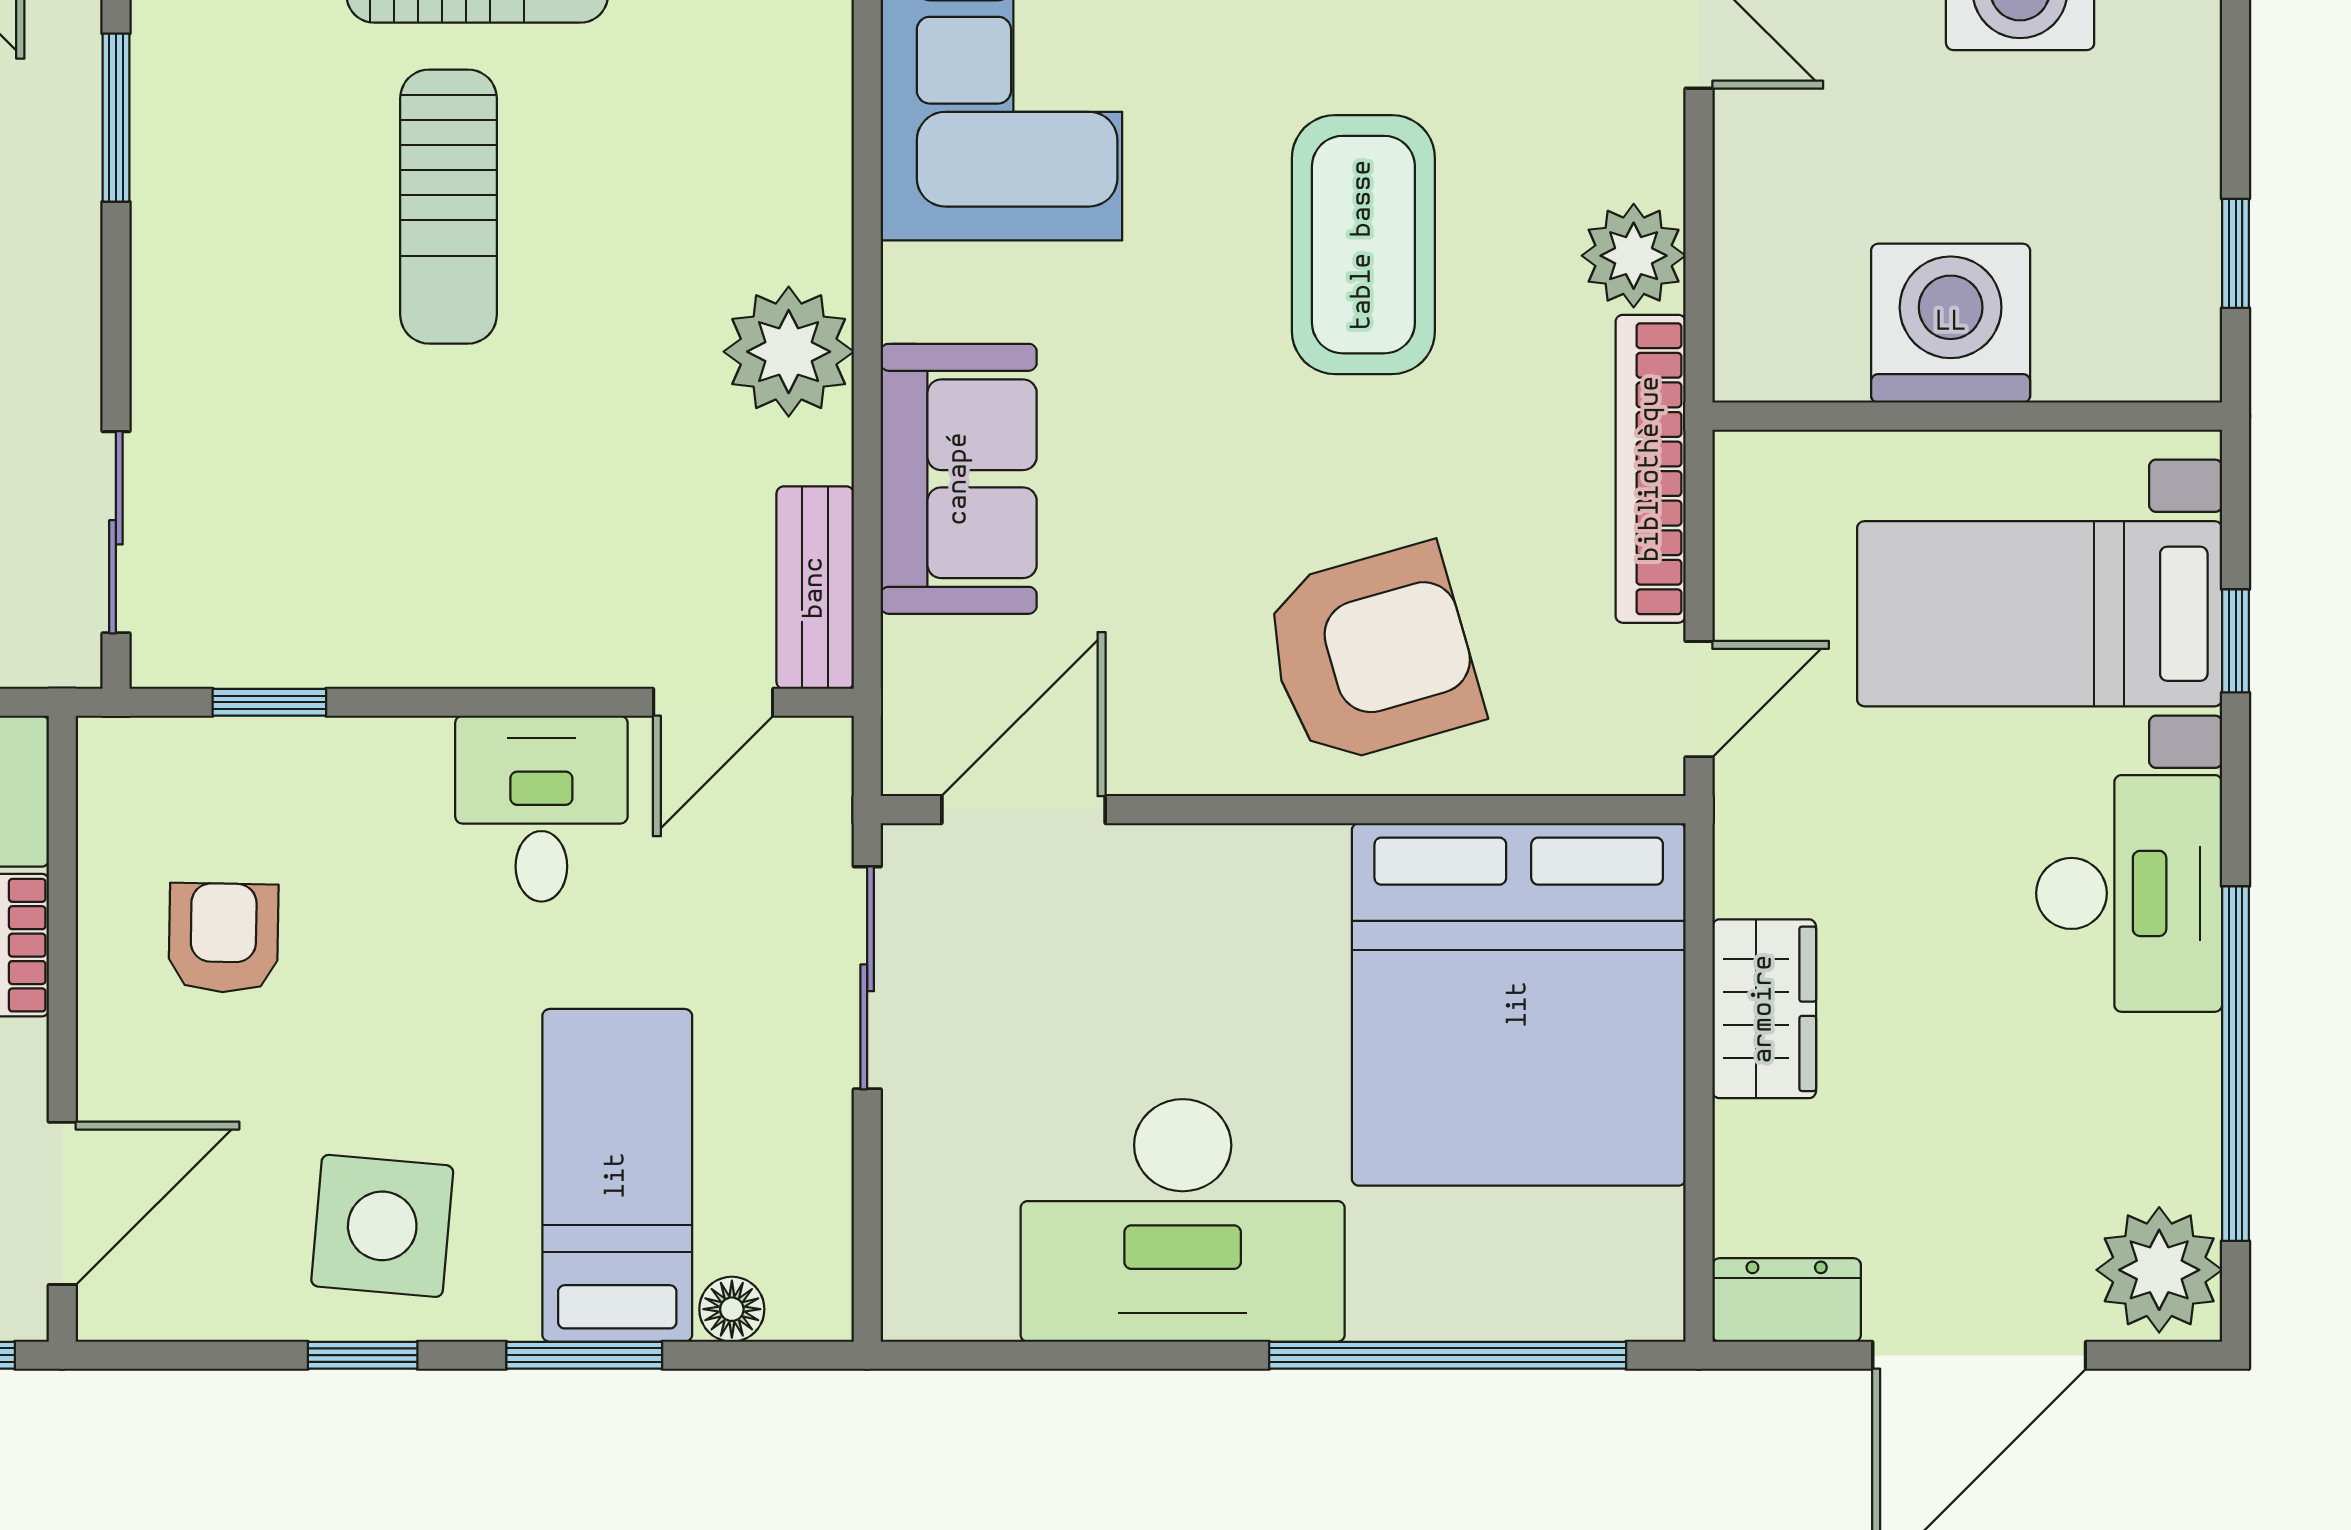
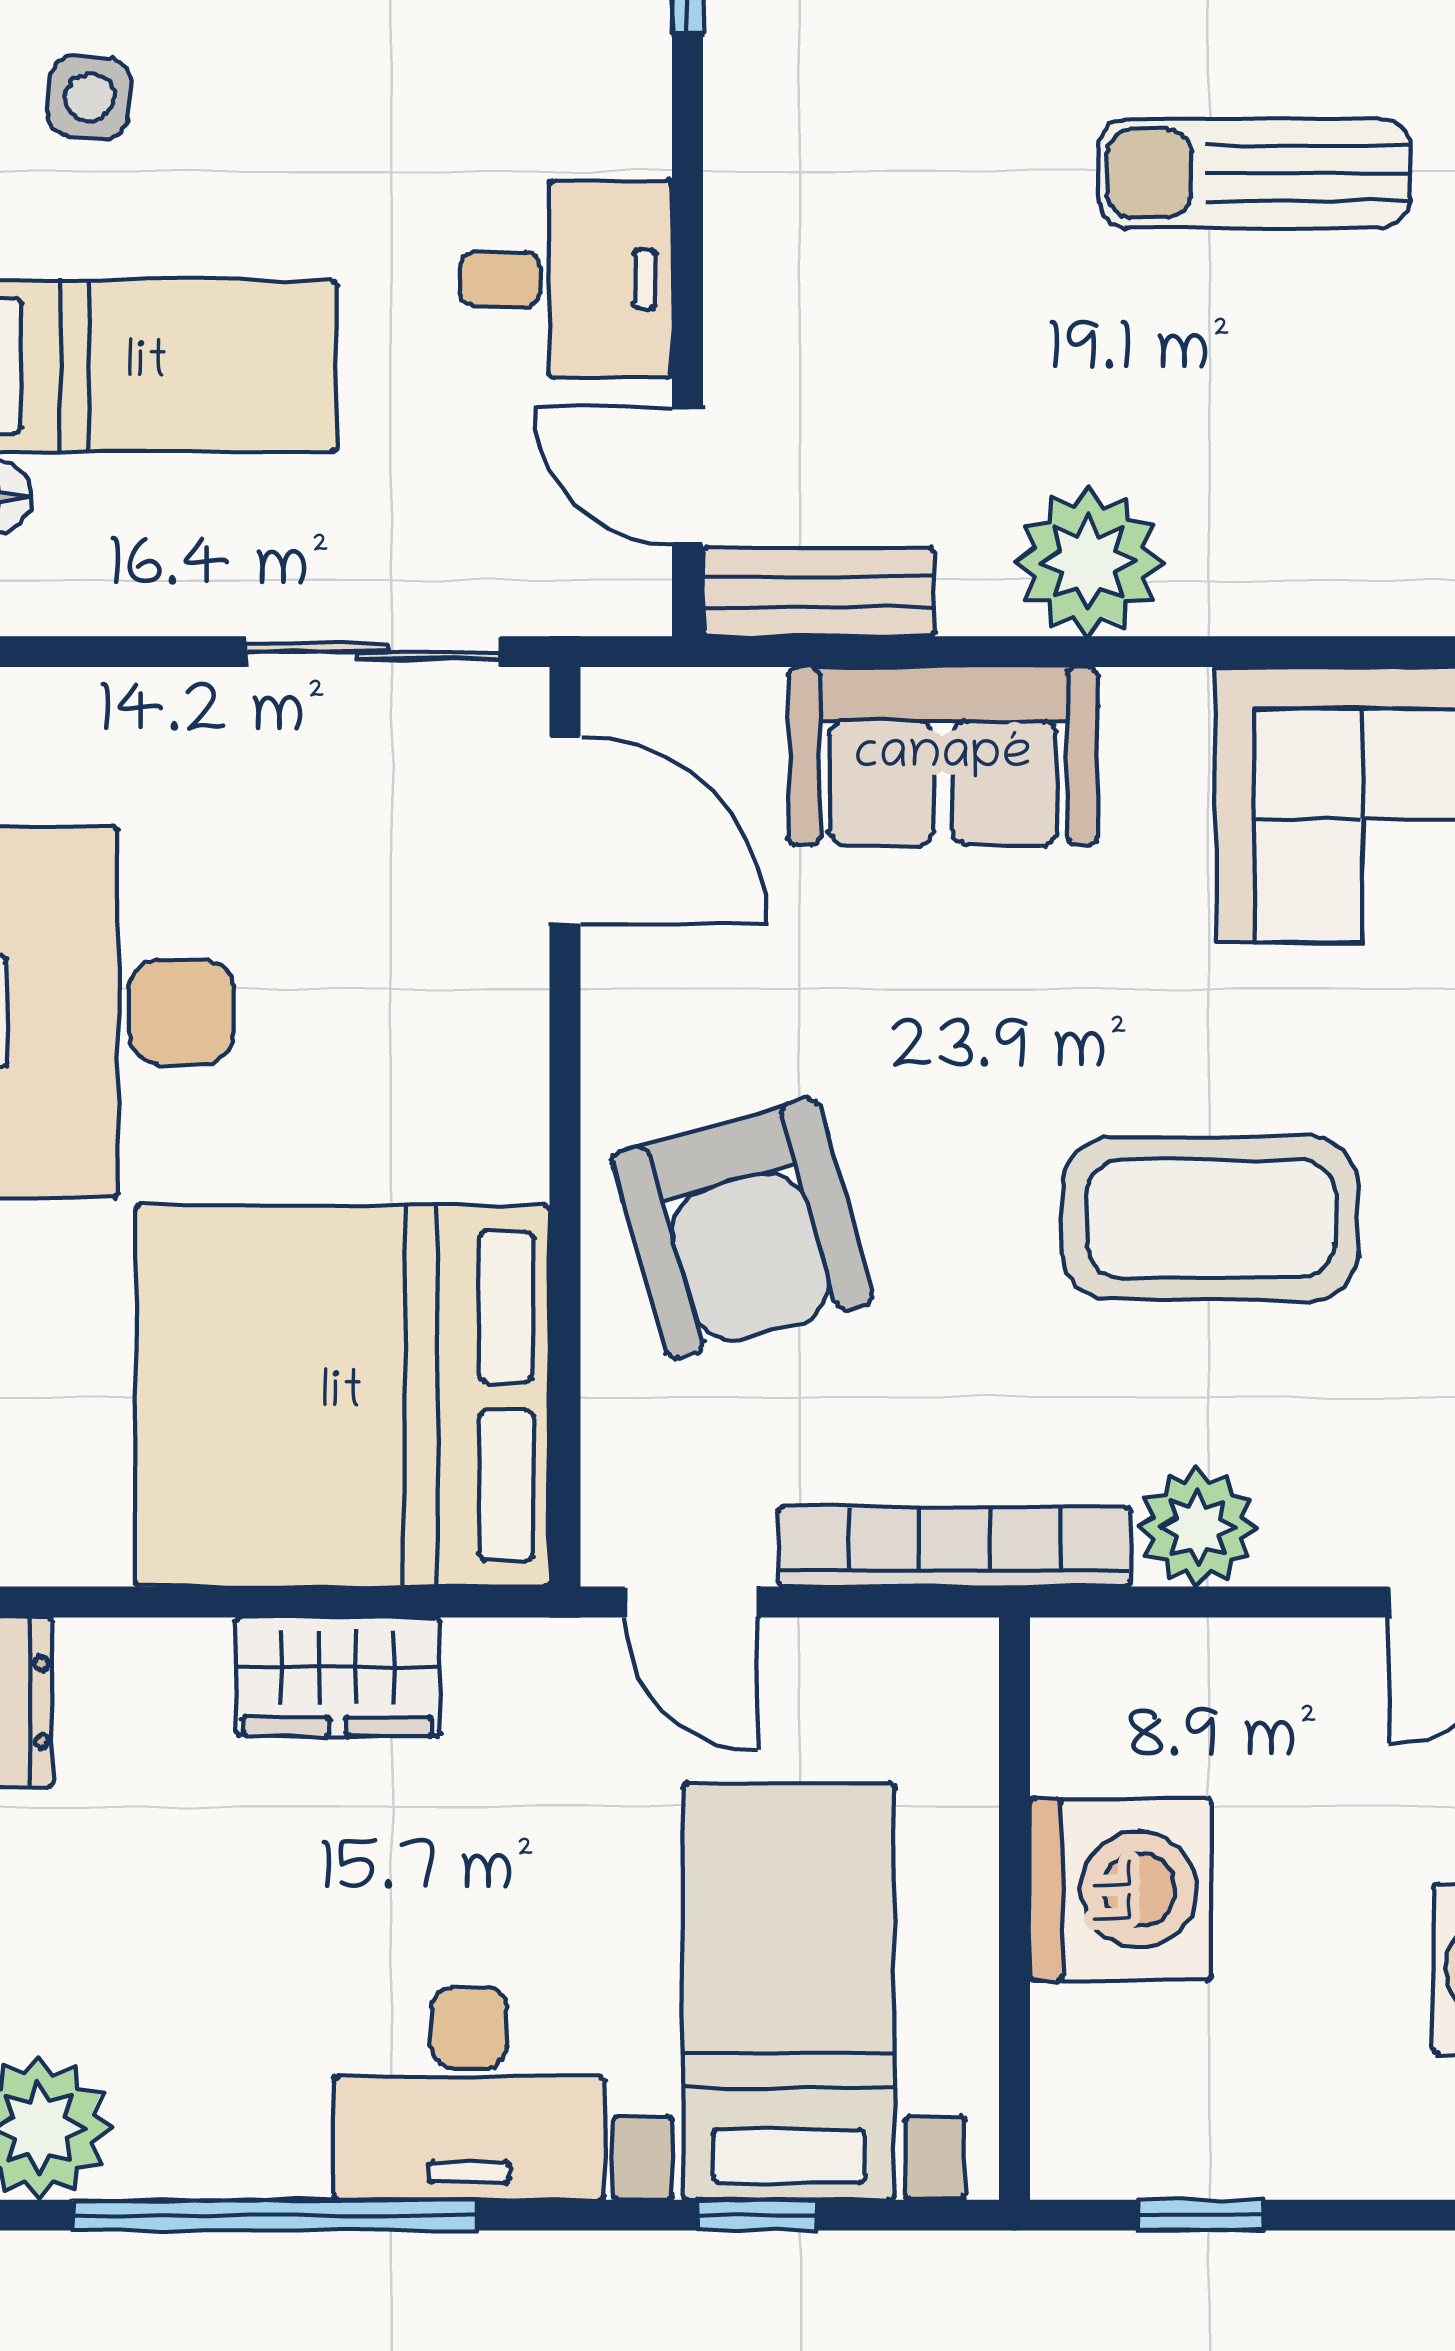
side table: (382, 1226) -> (89, 97), width x0.54, depth x0.54

